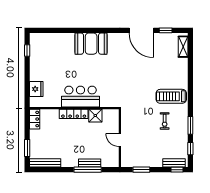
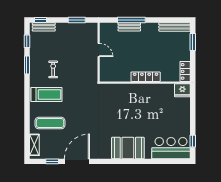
door: (141, 30) -> (77, 161), hinge flipped
exercise mat: (168, 68) -> (50, 123), added
fridge: (36, 89) -> (182, 90), moved, turned -90
bar counter: (80, 97) -> (171, 148), moved, turned 180
shower: (95, 116) -> (124, 75), removed

